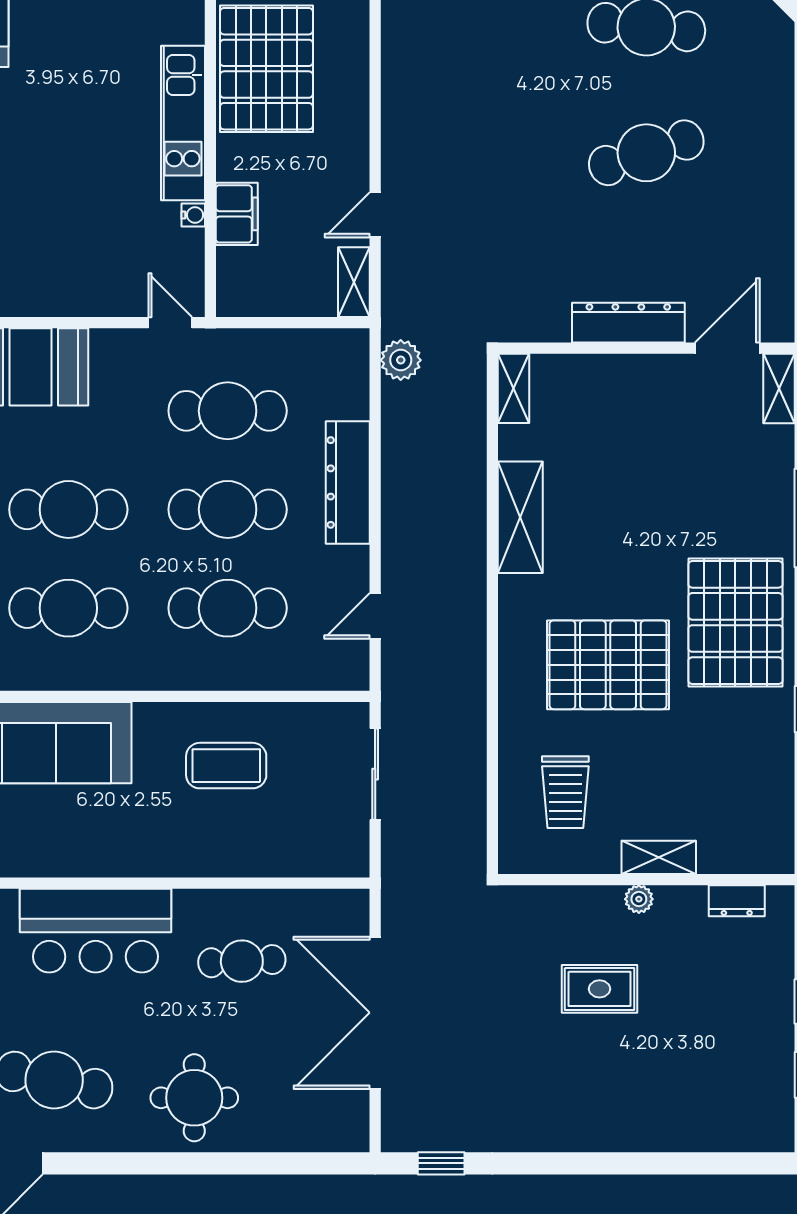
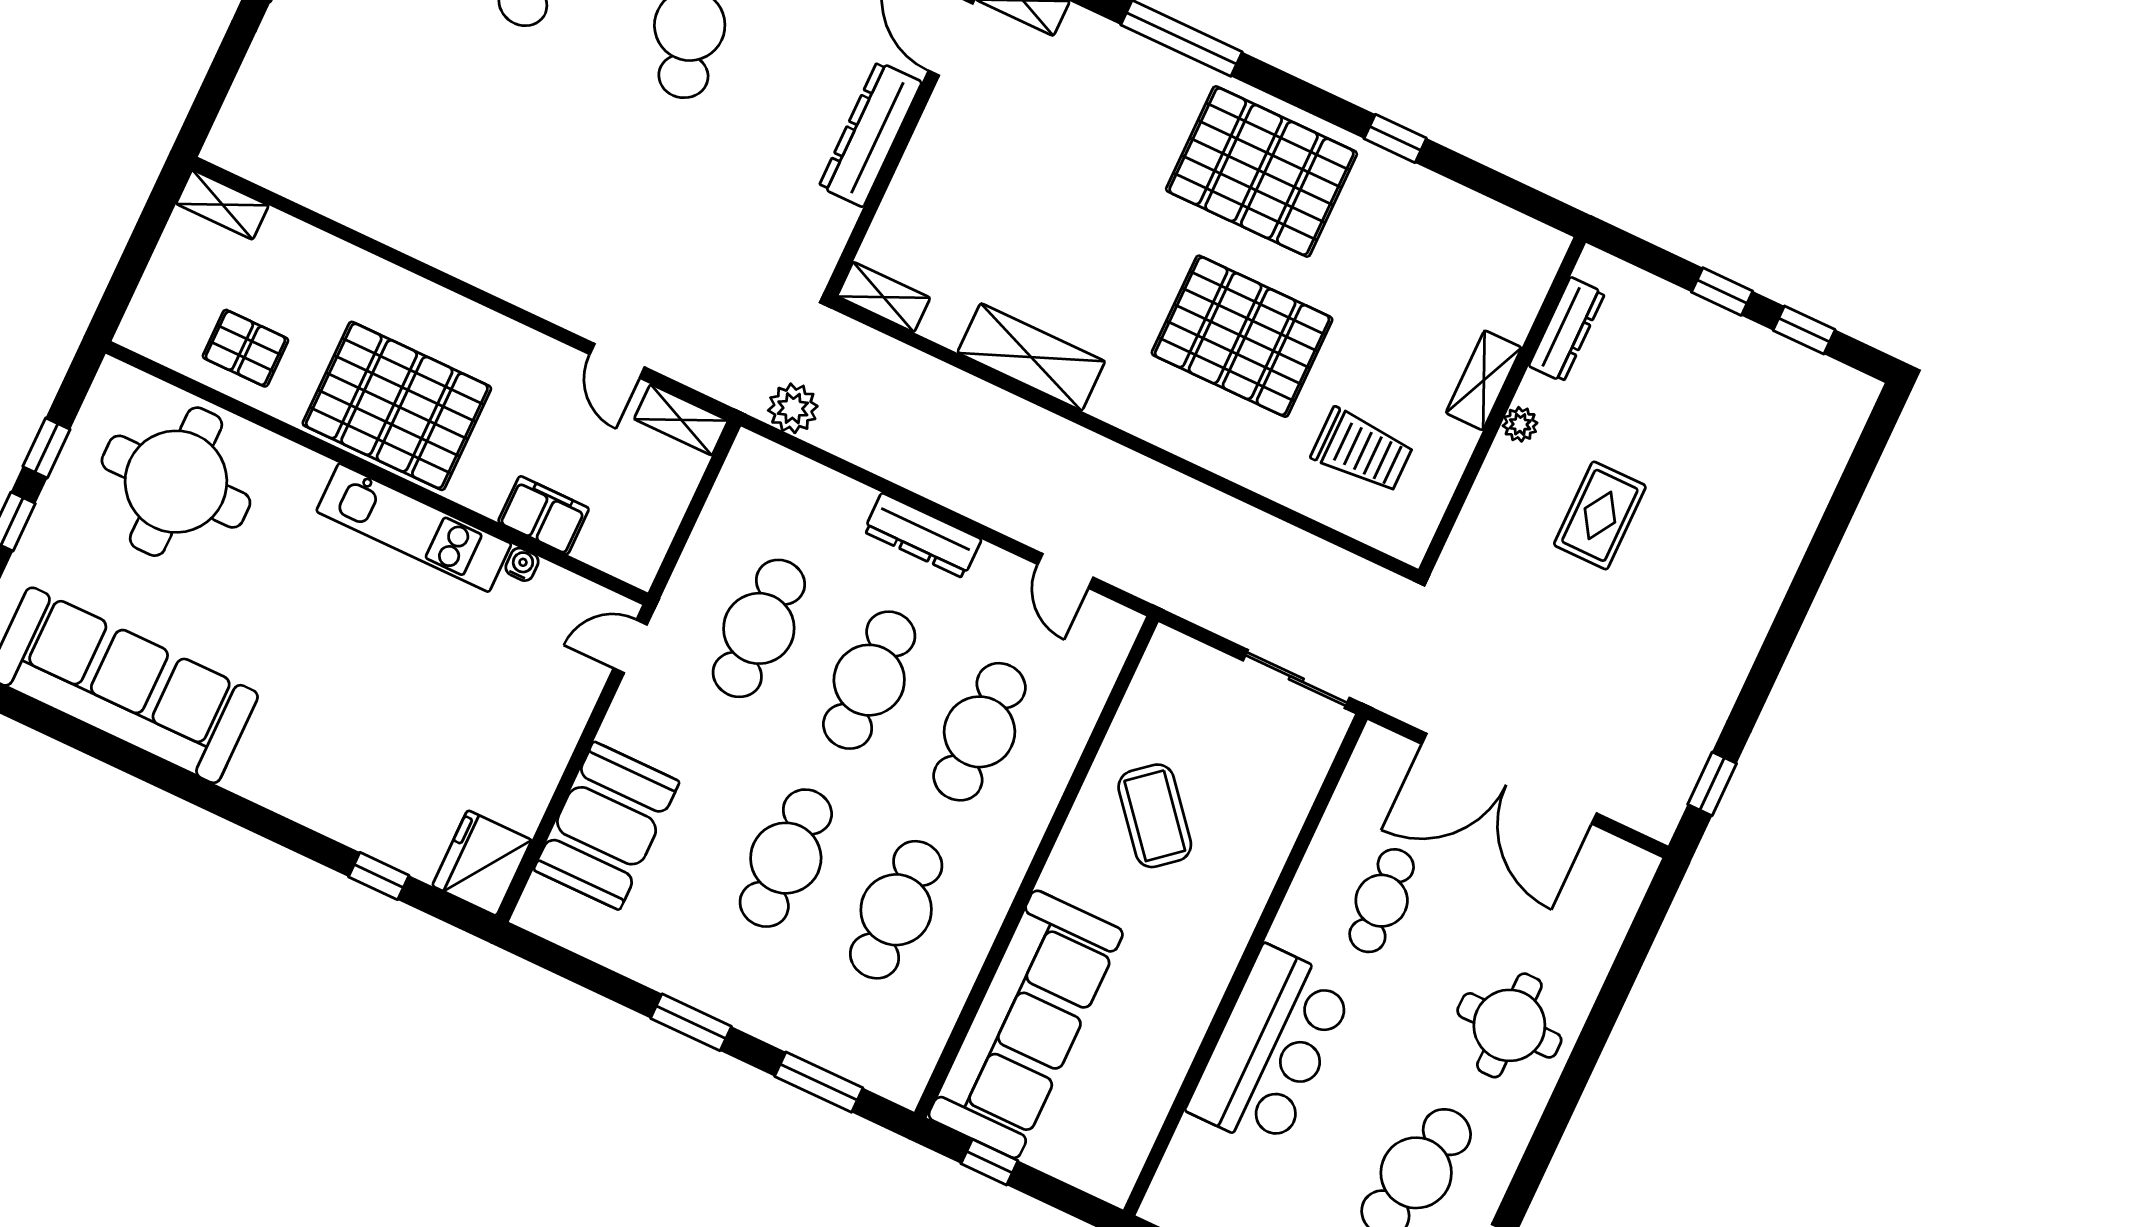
dresser: (348, 482) -> (923, 535), width x0.73, depth x0.80
pallet: (608, 665) -> (1242, 336), turned 90
coffee table: (226, 766) -> (1155, 816), turned -40
sliding door: (375, 774) -> (1296, 679), moved
dresser: (737, 901) -> (1567, 329), width x1.44

